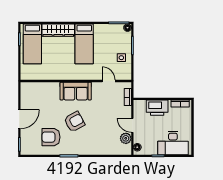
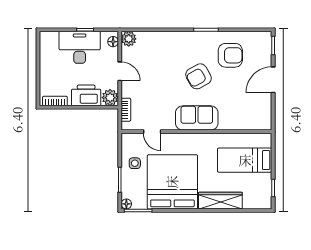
bed: (32, 44) -> (245, 160), moved, turned -90
bed: (84, 44) -> (172, 182), width x2.04
plant: (139, 106) -> (110, 98), added
plant: (126, 138) -> (129, 39), moved
desk: (173, 143) -> (80, 47), moved

